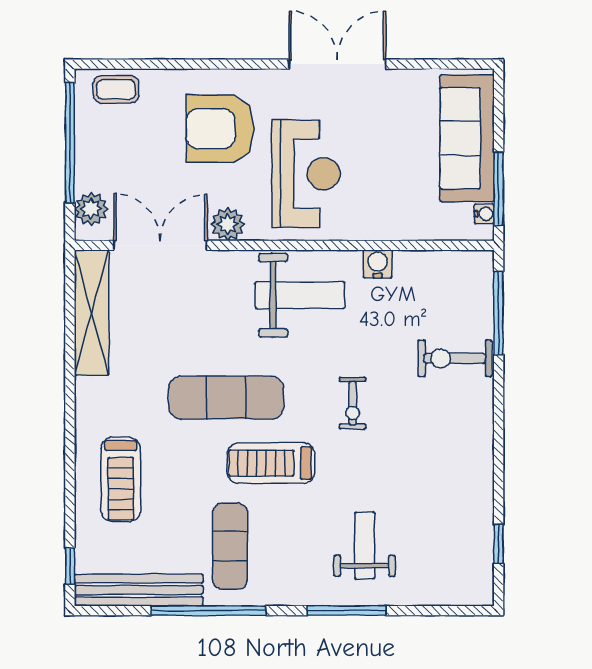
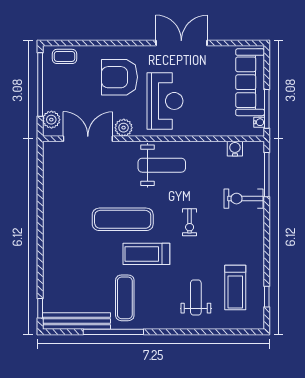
water cooler: (378, 264) -> (235, 149), moved
shelving: (92, 313) -> (52, 174), removed
treadmill: (121, 479) -> (235, 288), moved
window: (347, 611) -> (186, 332), removed

